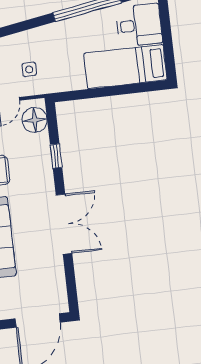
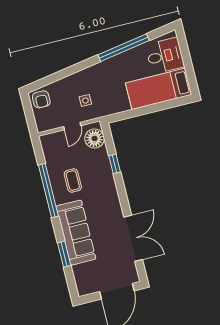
double door: (64, 224) -> (133, 238), moved

